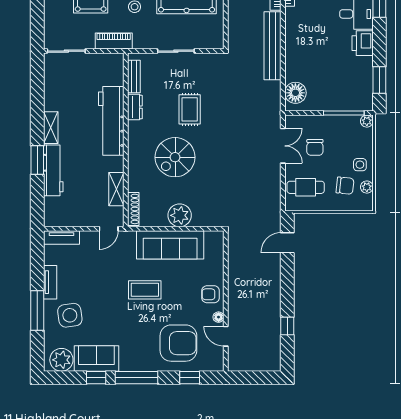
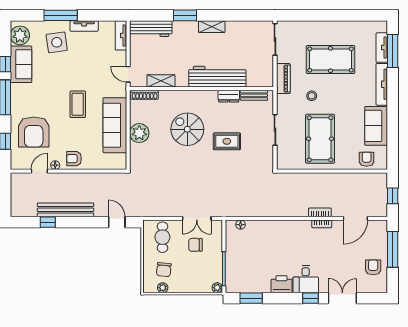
bench: (273, 46) -> (65, 210), moved
floor lamp: (295, 93) -> (241, 225), width x0.53, depth x0.53
side table: (360, 165) -> (181, 282), removed
workbench: (53, 170) -> (151, 29), moved
armchair: (211, 294) -> (74, 159), turned -90

